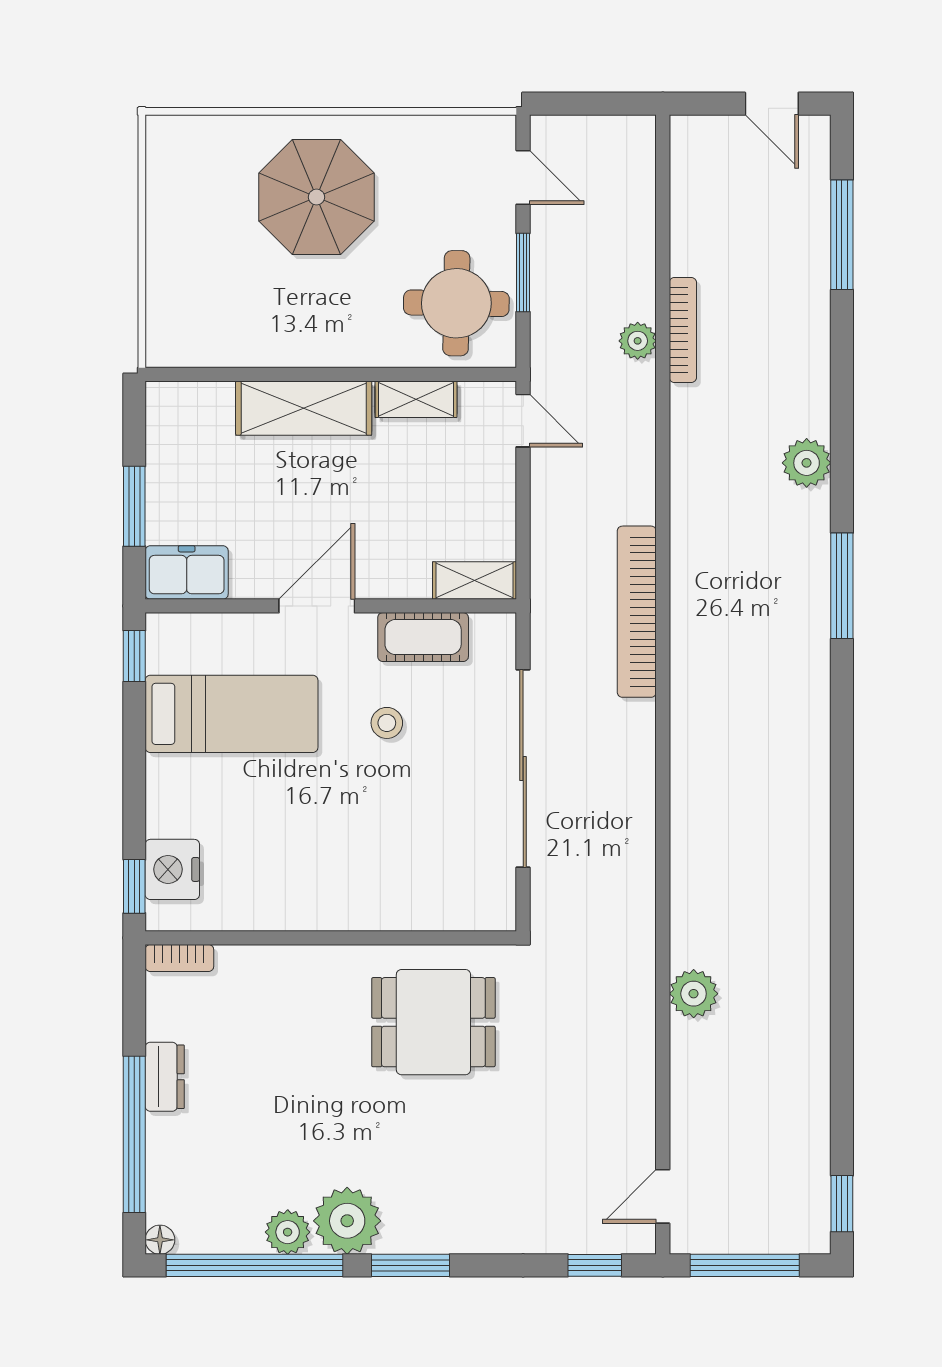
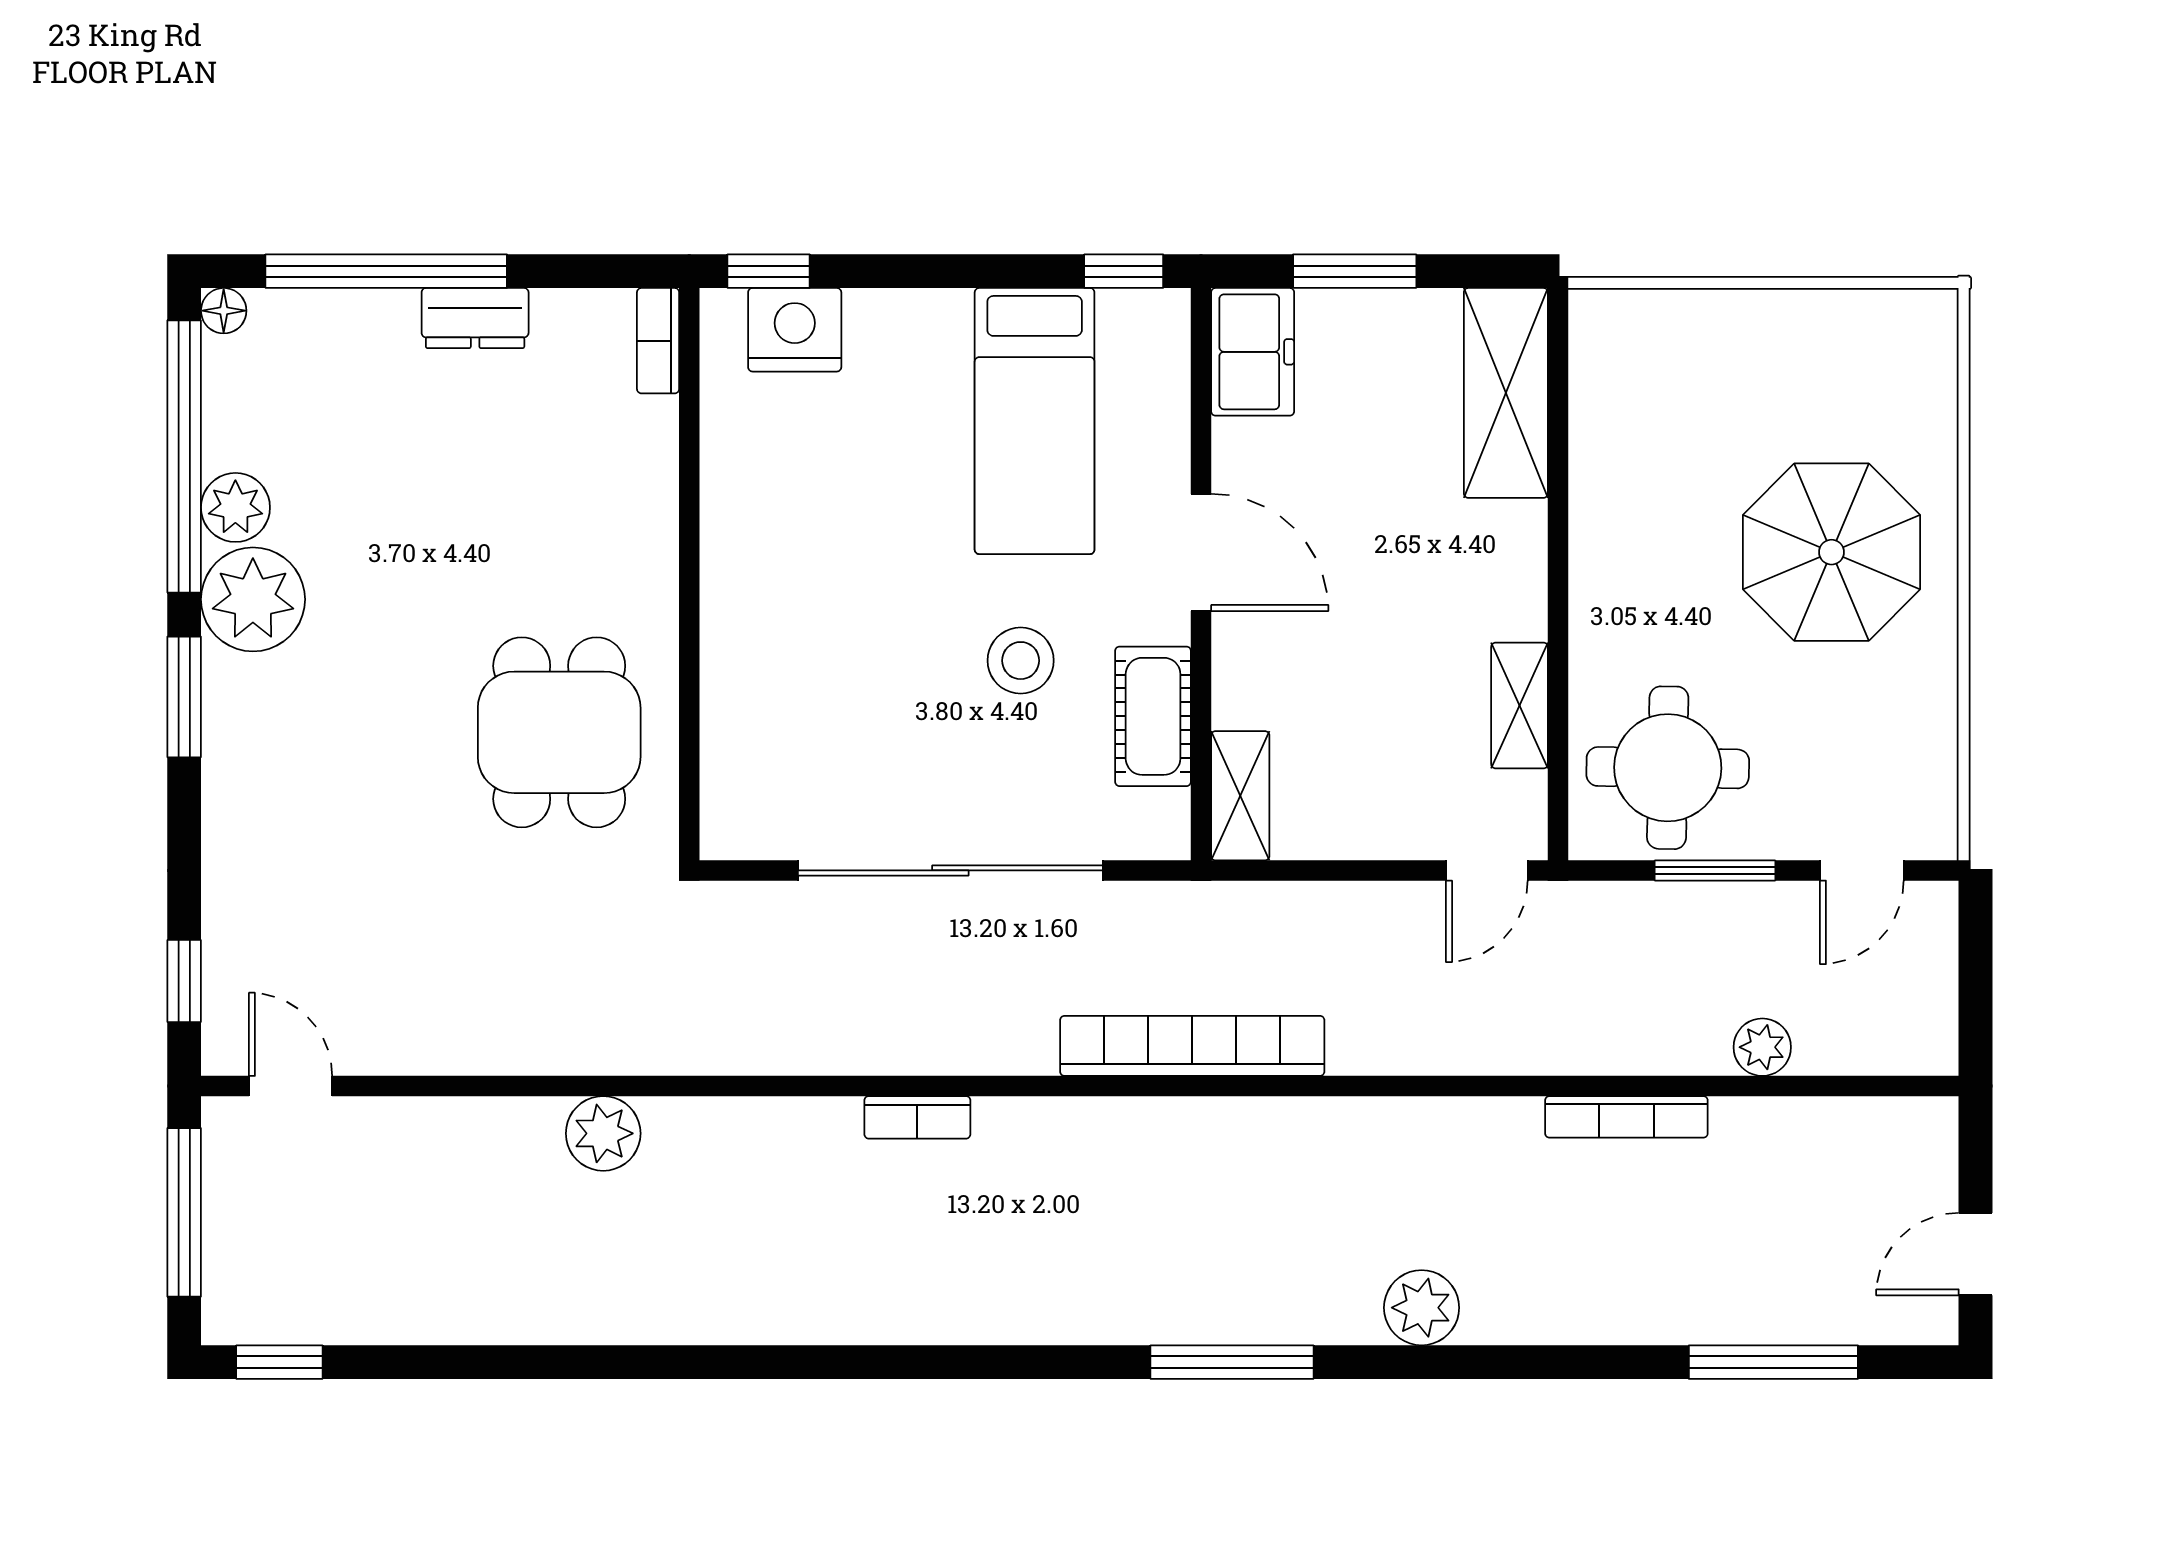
plant: (638, 341) -> (1762, 1047), moved
shelving: (304, 408) -> (1506, 393), moved
stool: (387, 723) -> (1021, 661), width x1.37, depth x1.37
bookcase: (683, 790) -> (917, 1117), added

